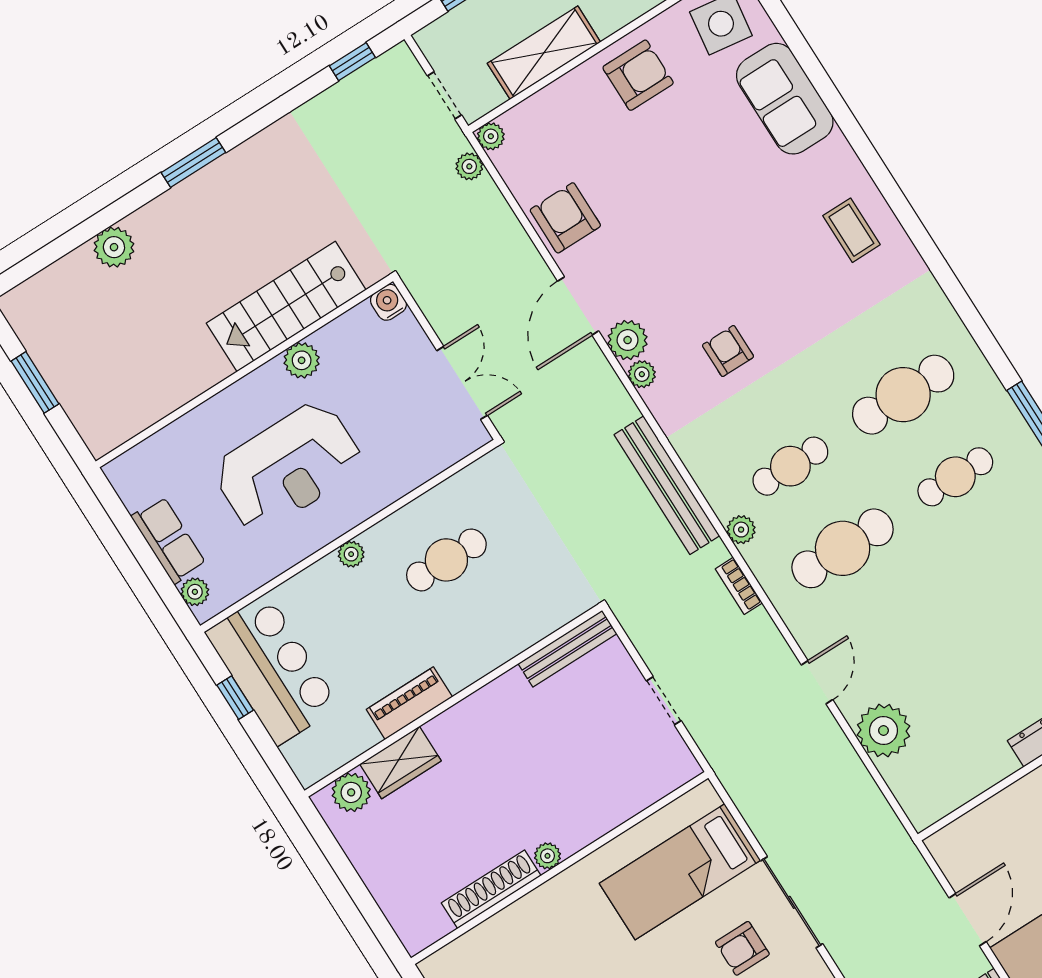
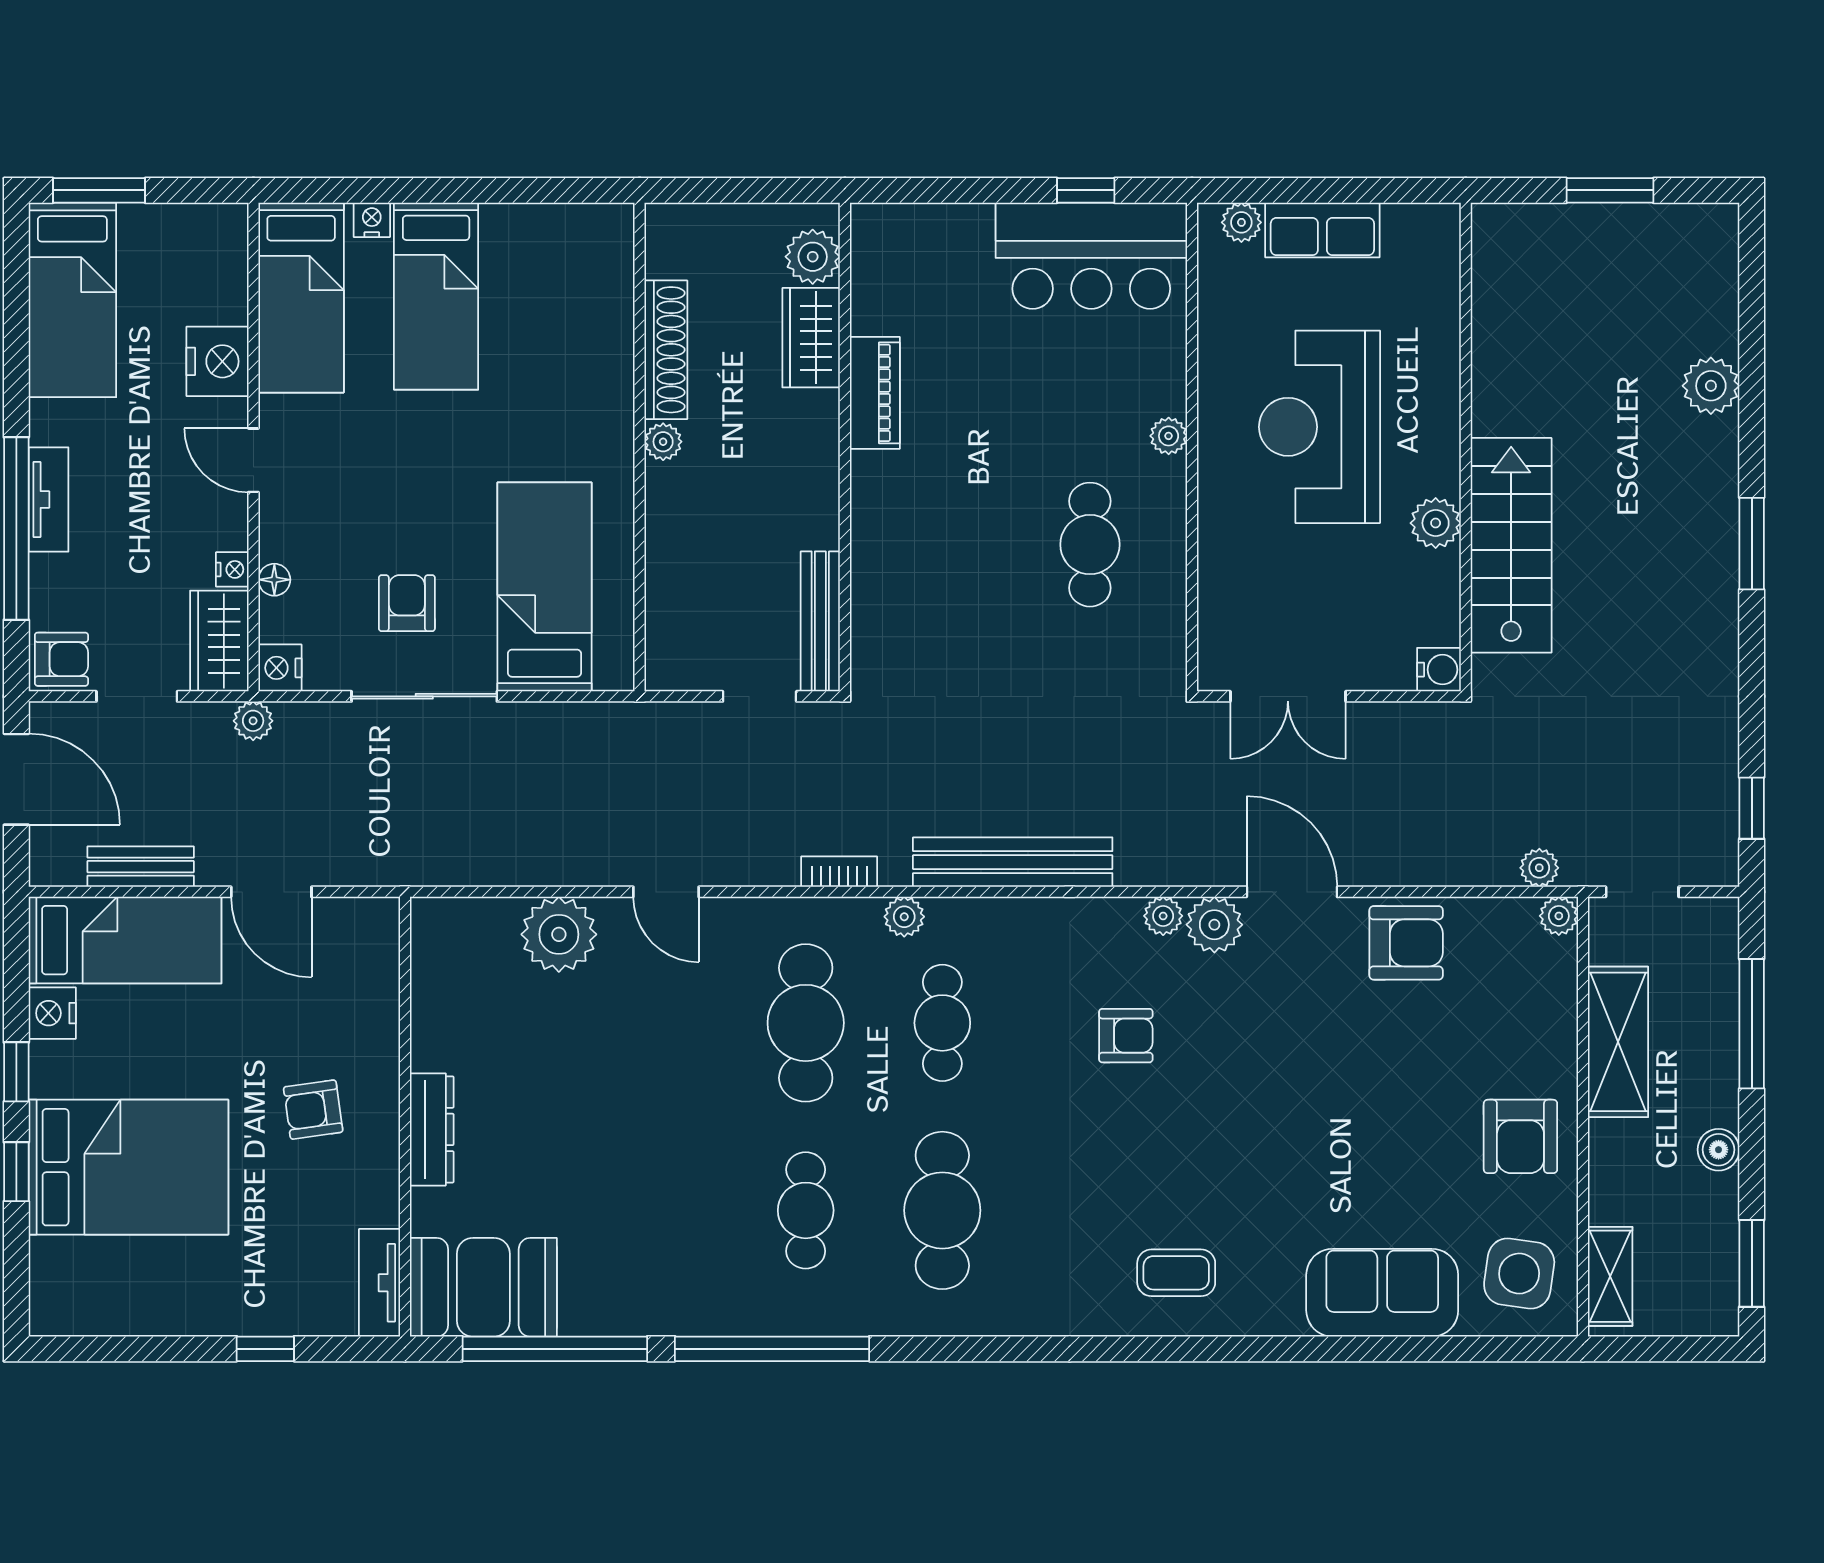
bench: (567, 649) -> (820, 621), moved
wall: (453, 700) -> (845, 447), moved
piano: (409, 703) -> (875, 393), moved
wardrobe: (400, 762) -> (811, 338), moved
plant: (351, 792) -> (813, 257), moved

